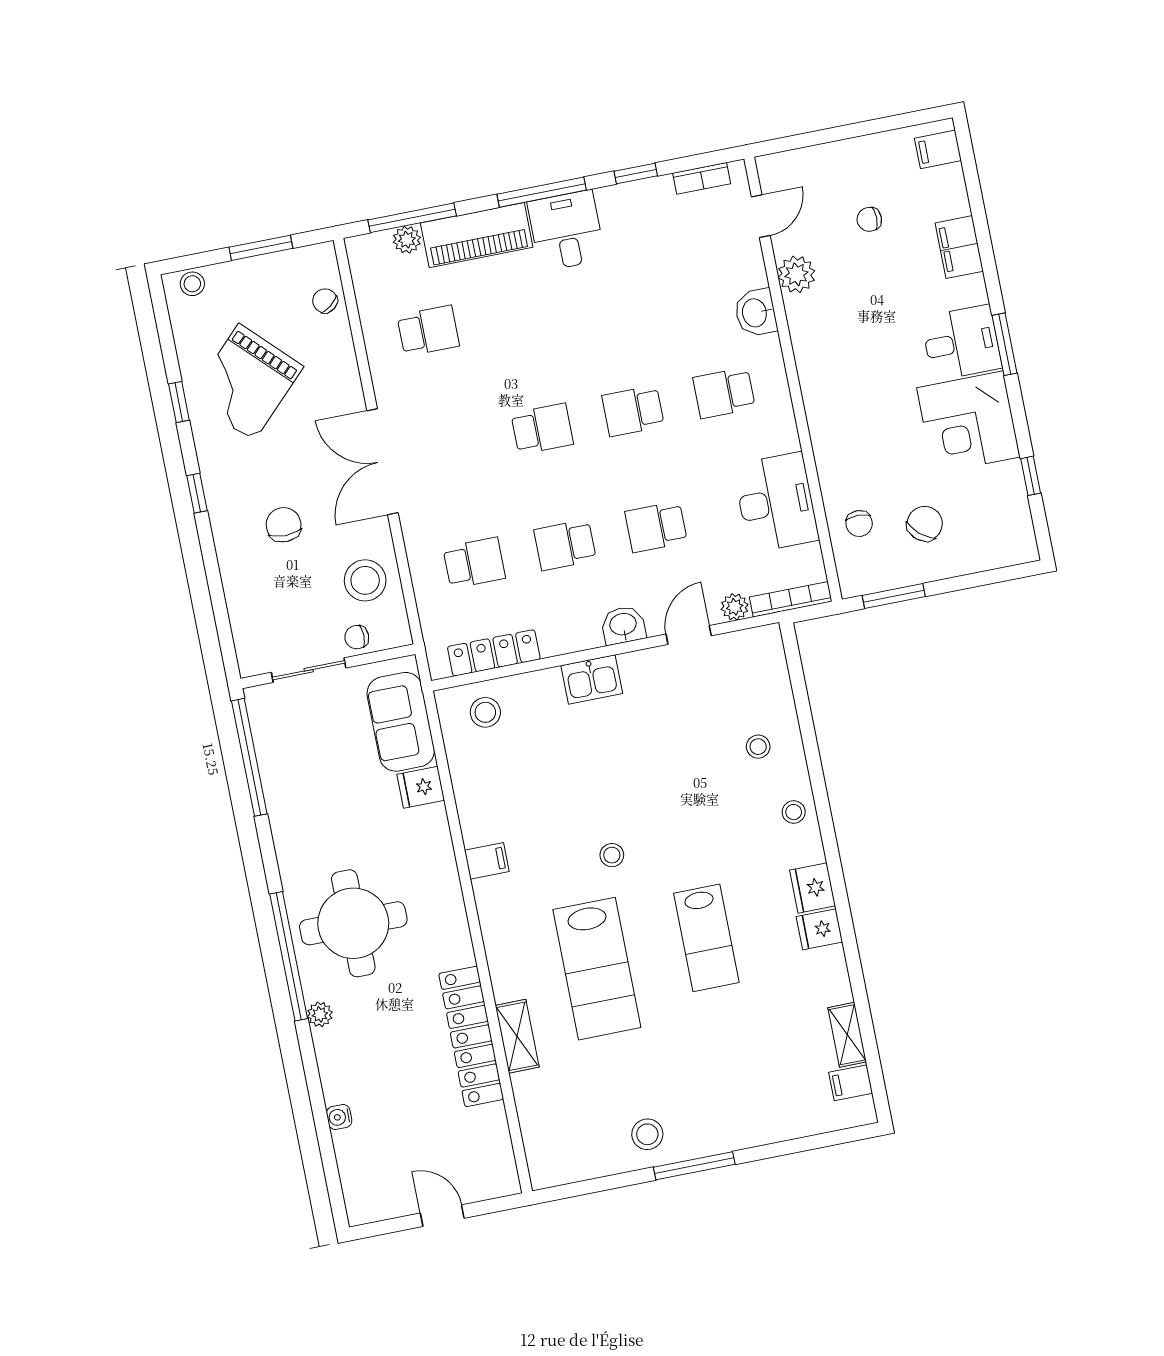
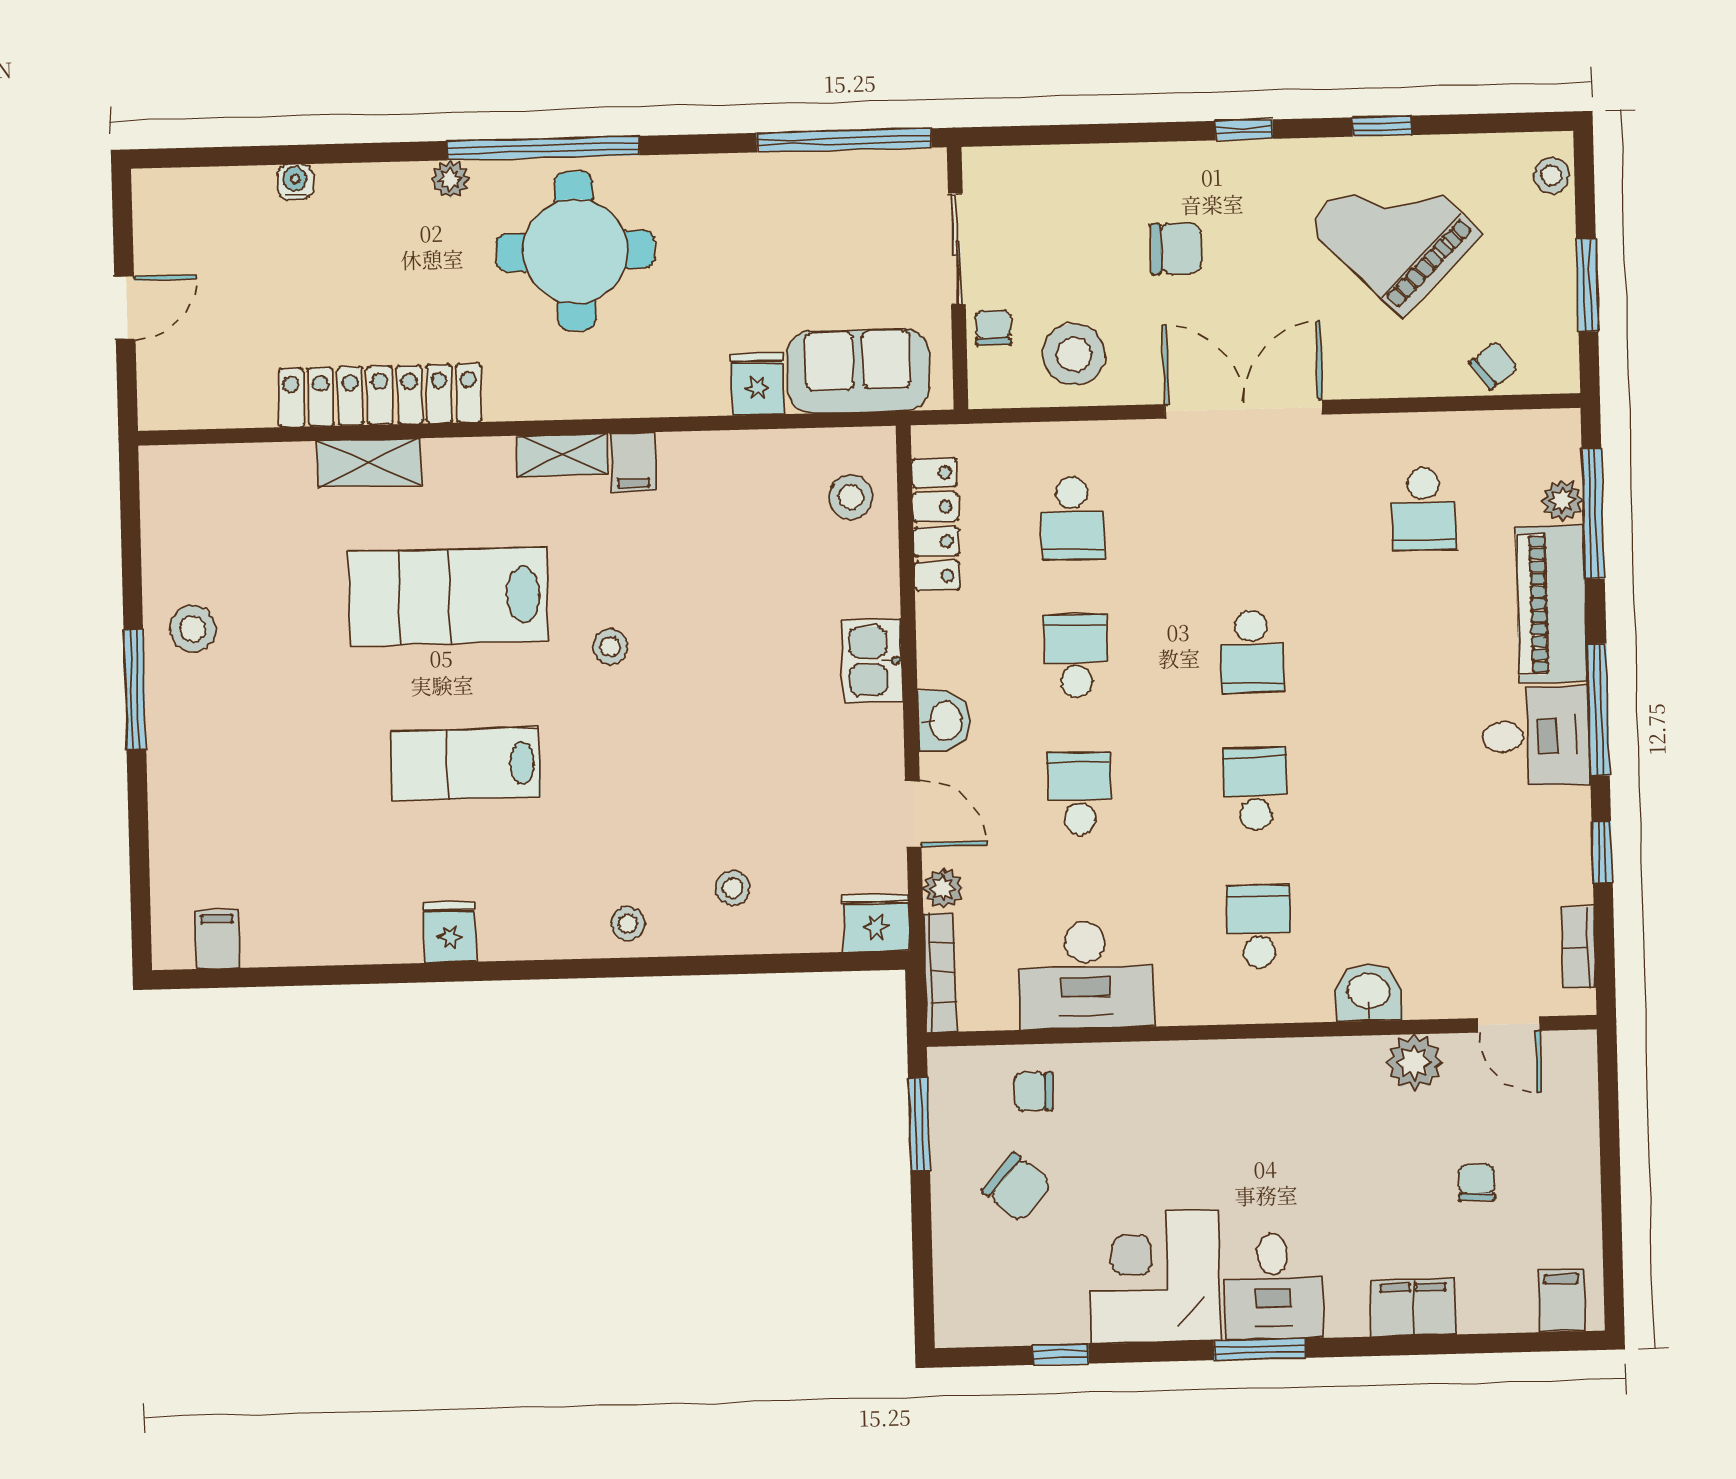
fridge: (813, 888) -> (876, 923), moved
shelving: (847, 1035) -> (562, 455), moved

